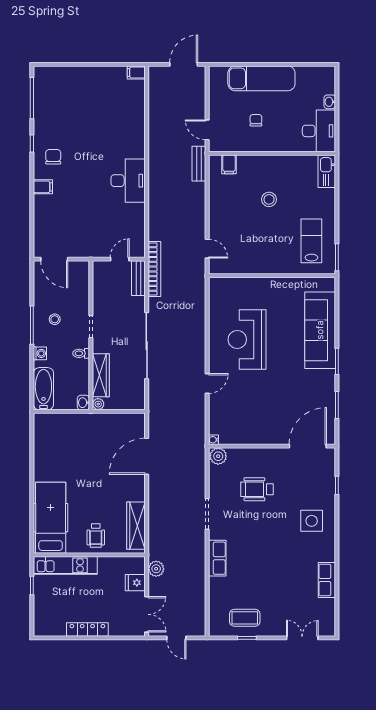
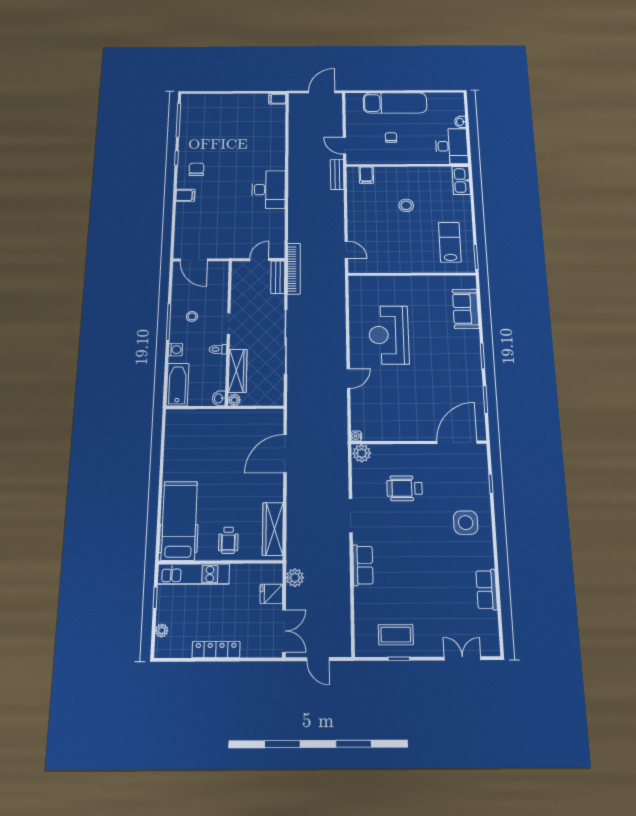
sofa: (320, 330) -> (466, 309), width x0.54, depth x0.79
plant: (39, 613) -> (162, 631), added

